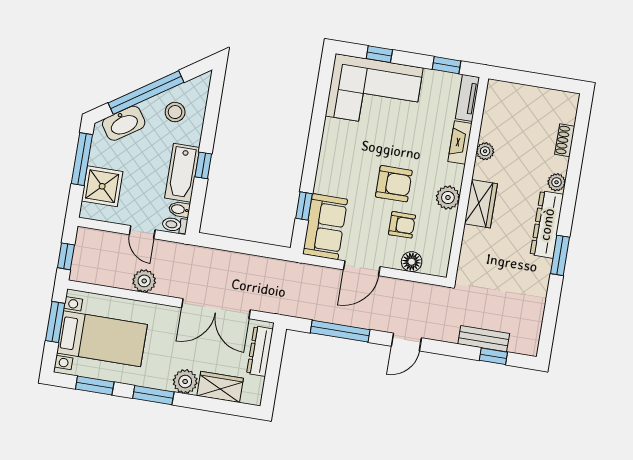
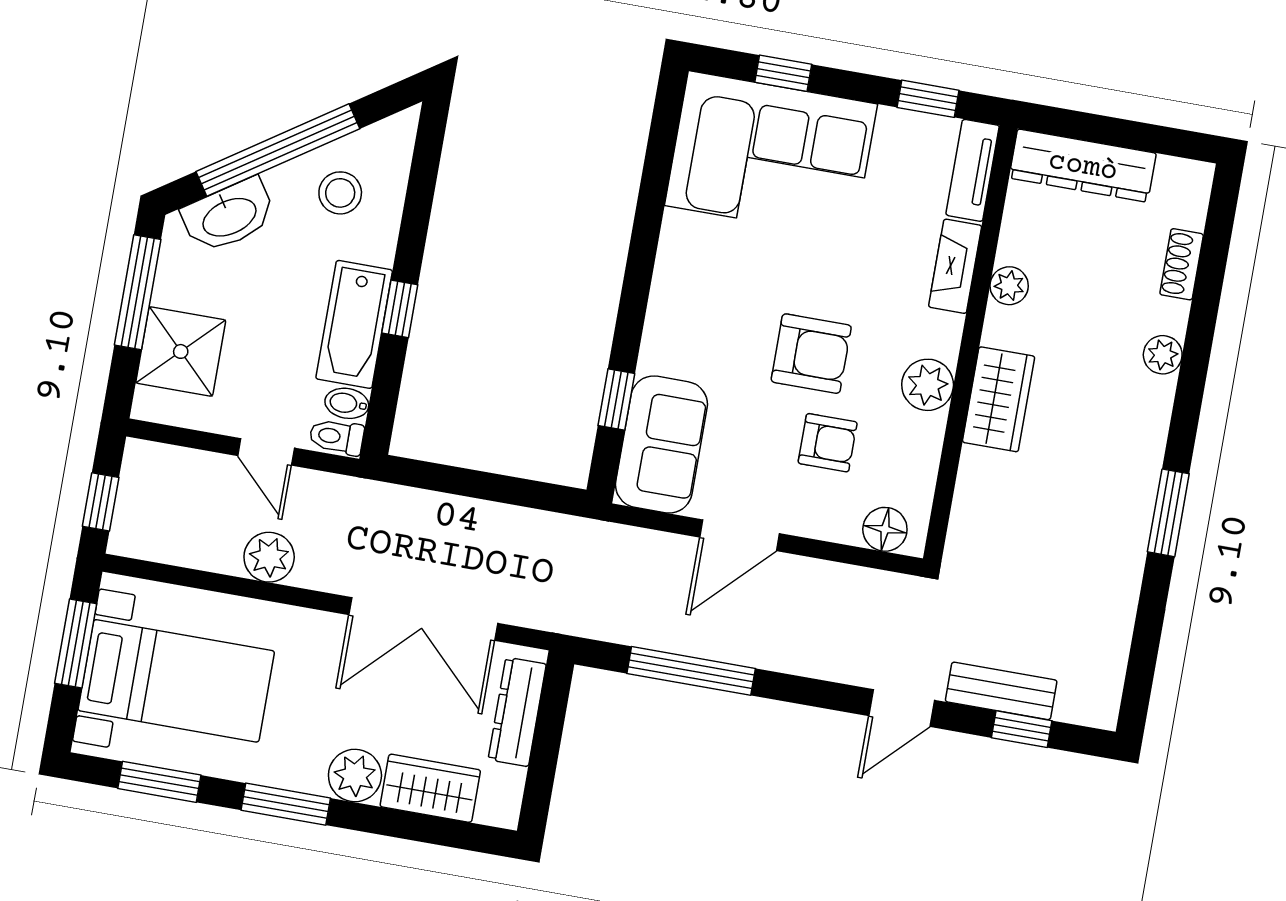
dresser: (547, 224) -> (1083, 166), moved, turned -90
floor lamp: (412, 262) -> (885, 529), moved
door: (406, 342) -> (902, 708), moved

